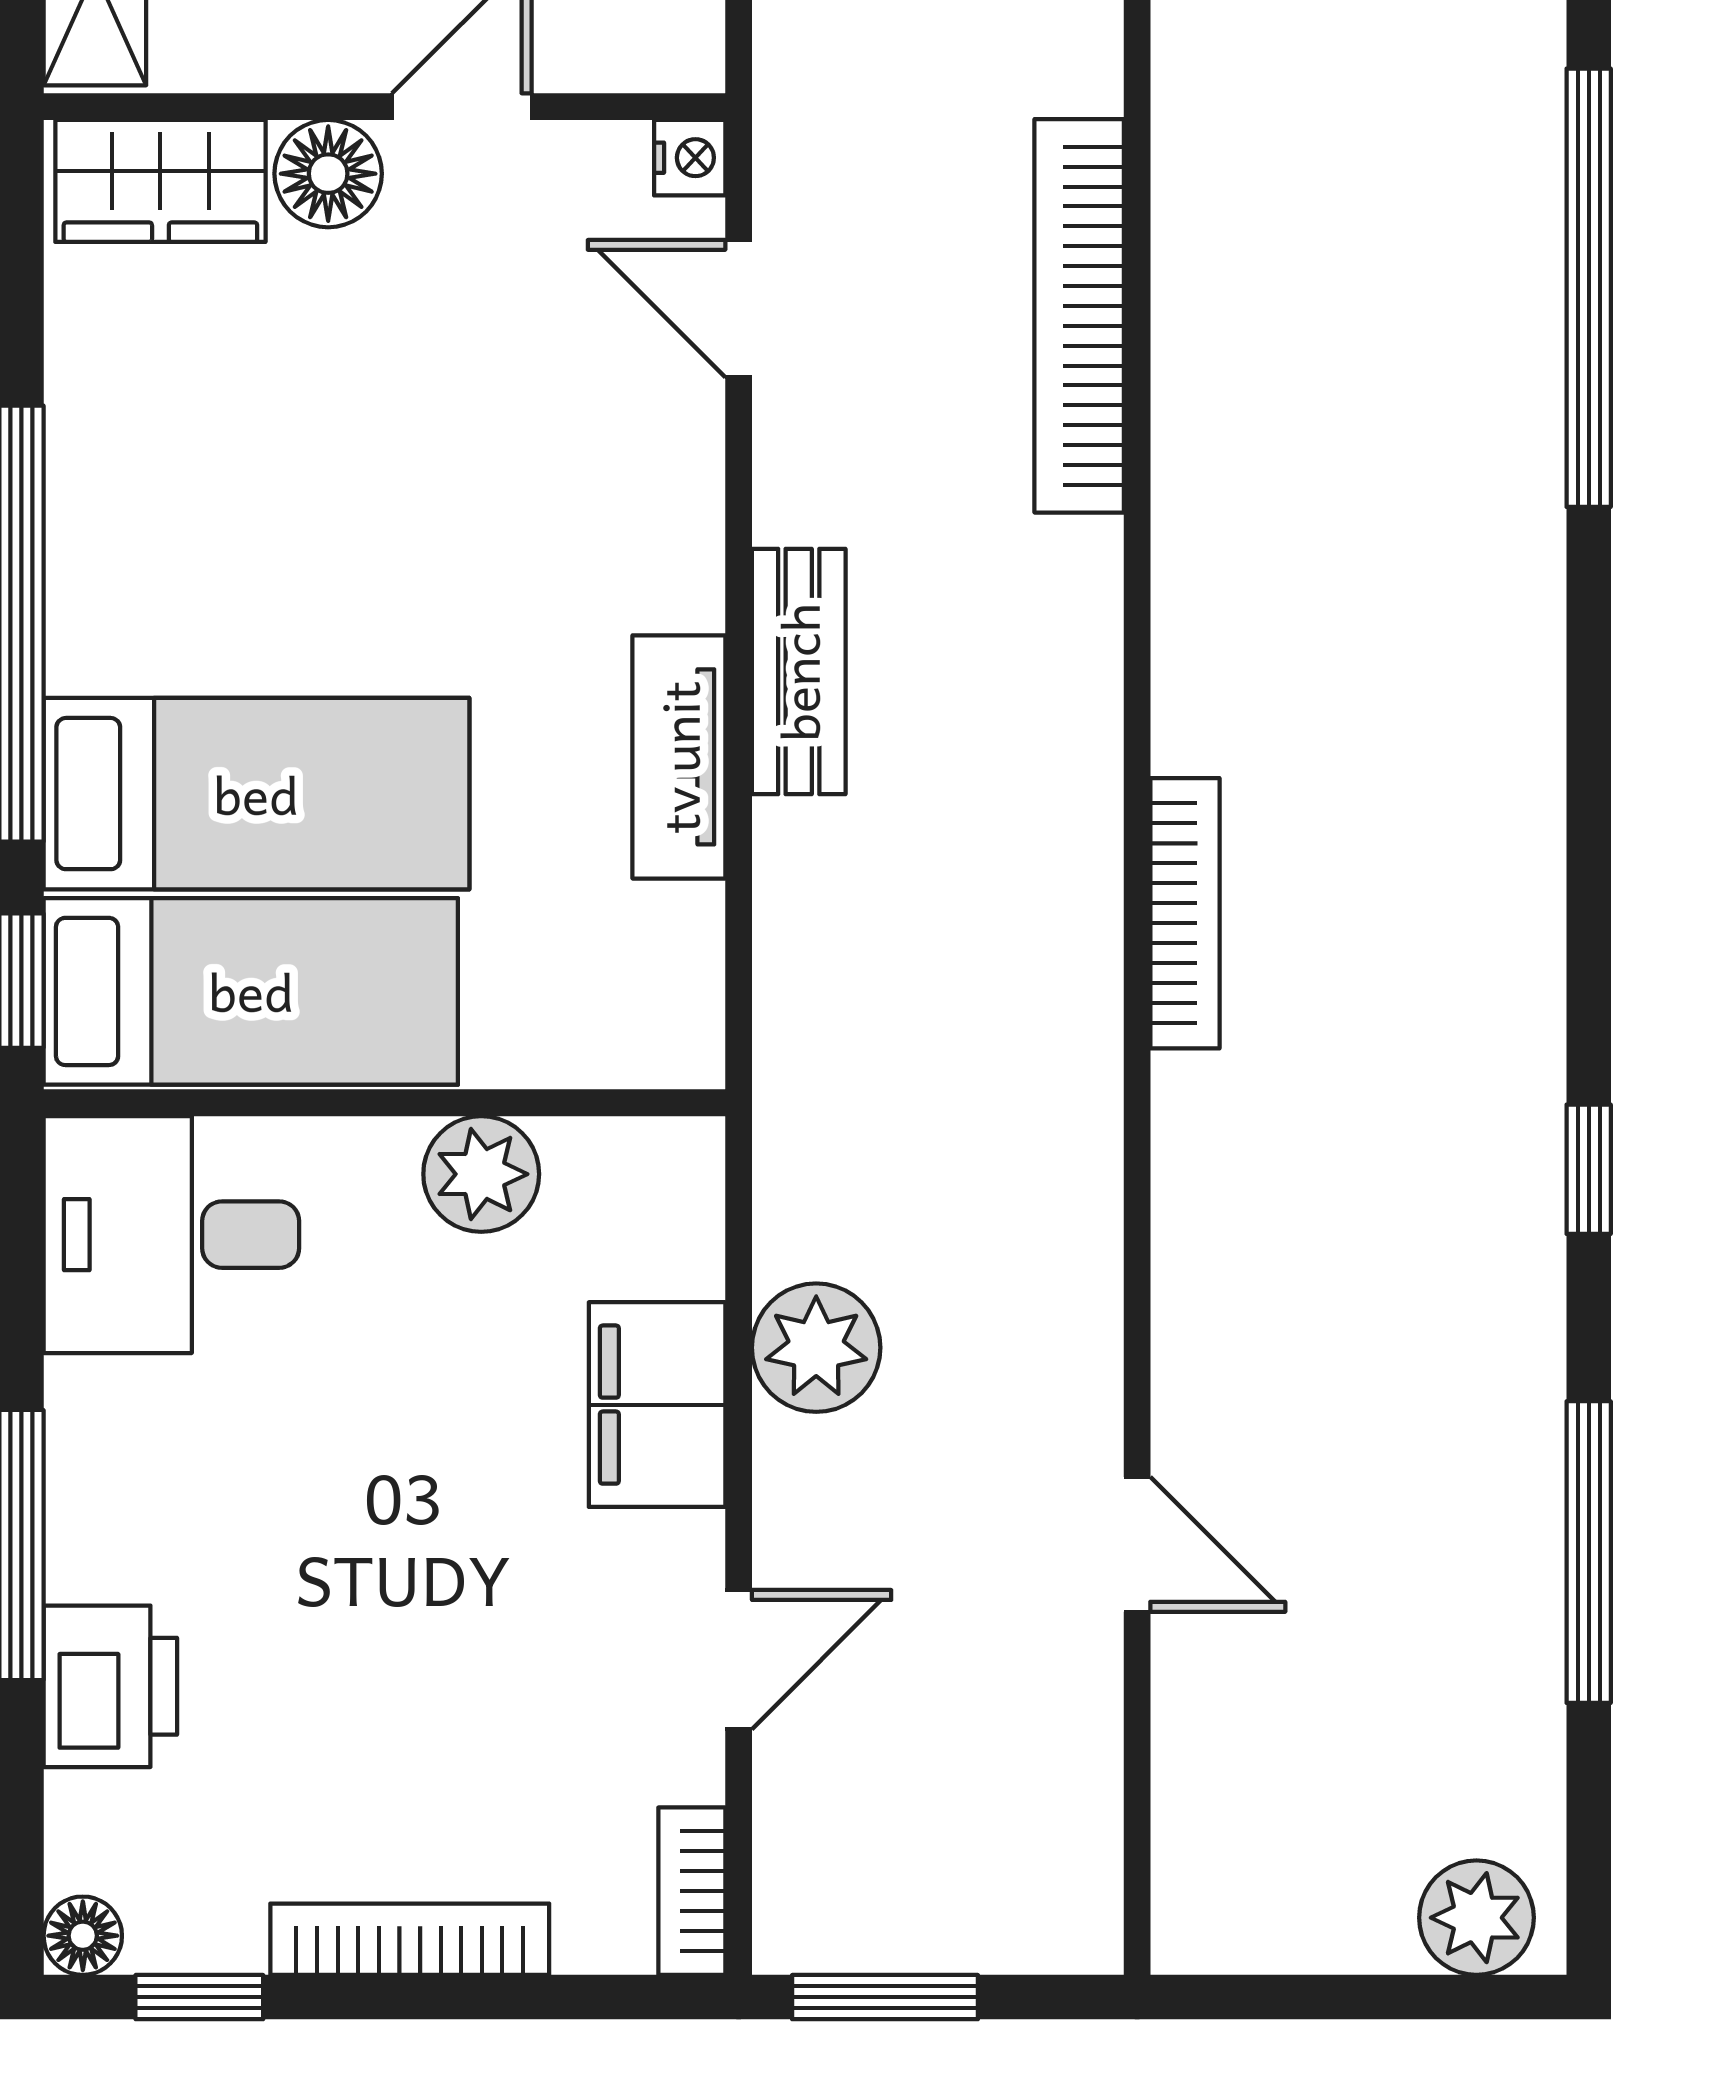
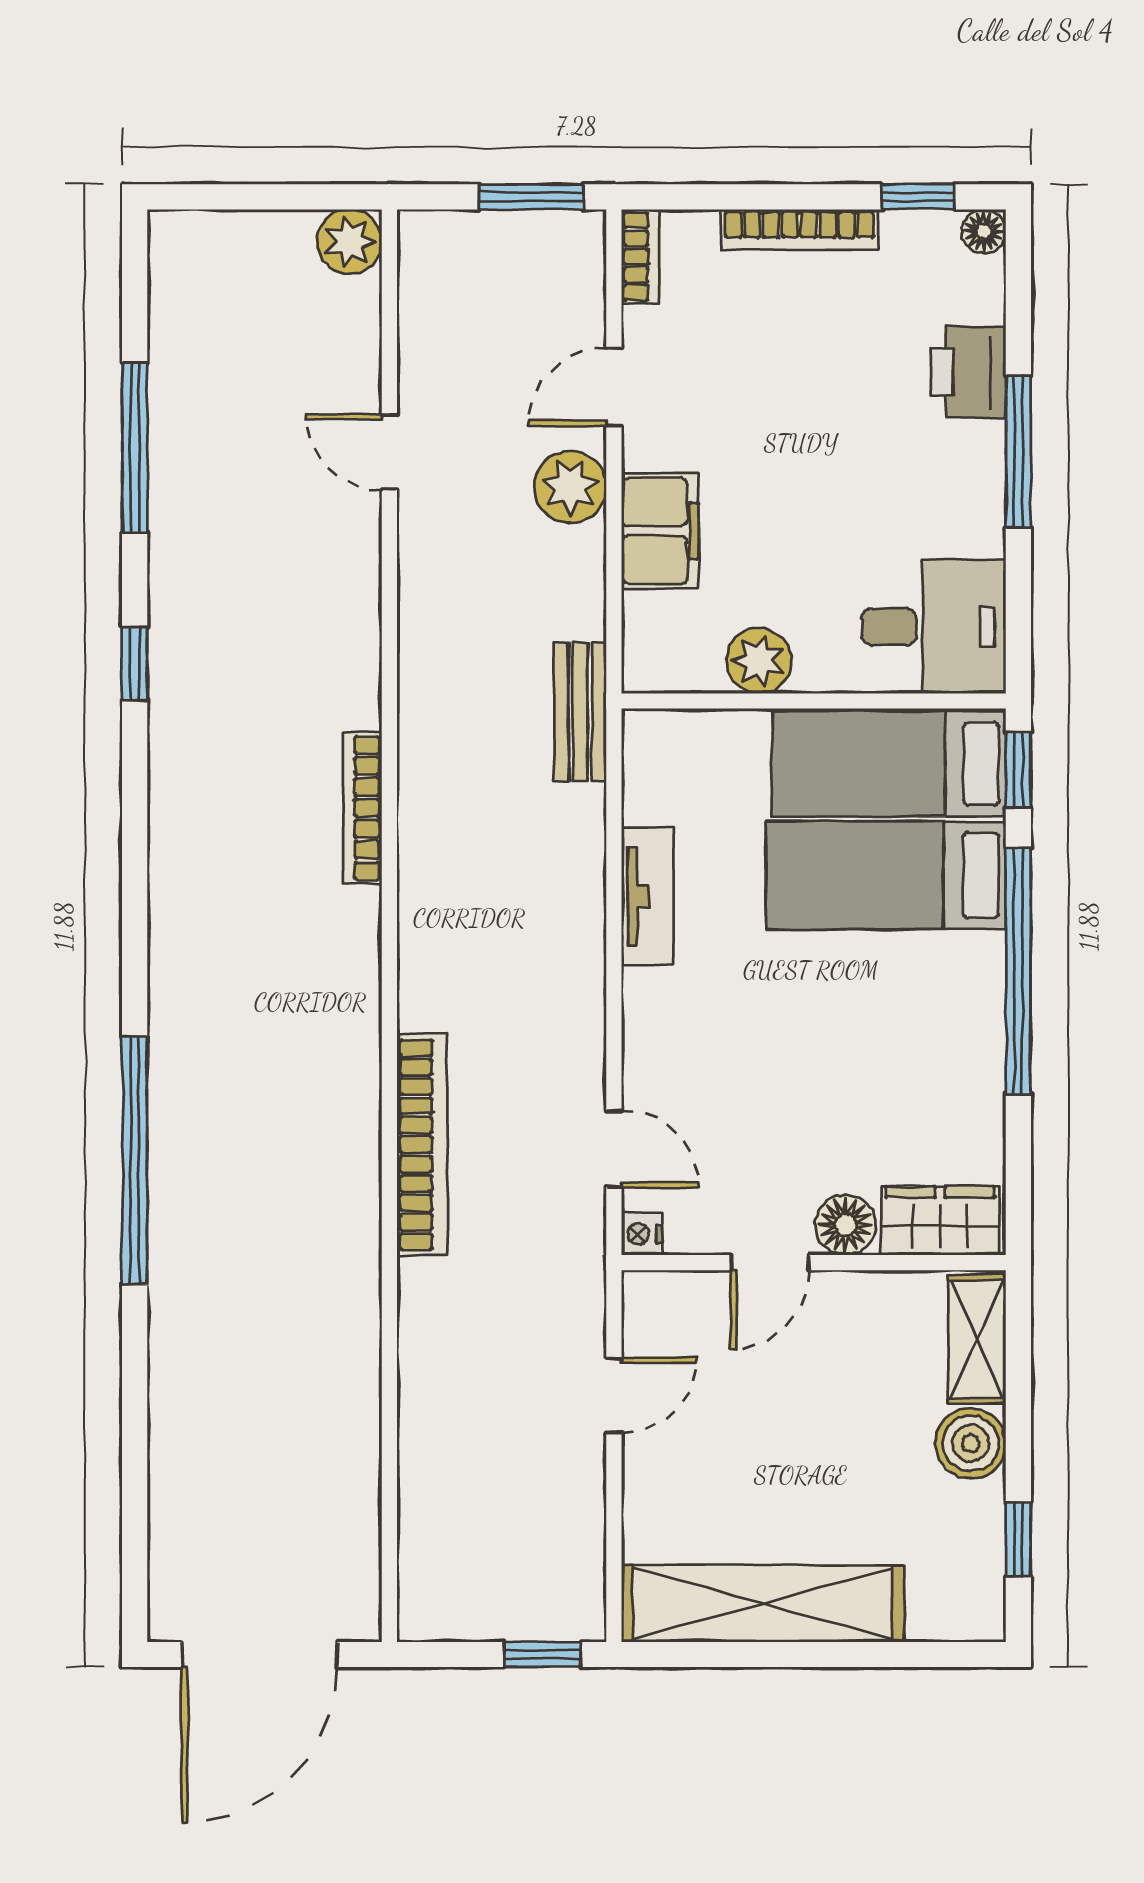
bench: (799, 672) -> (580, 712), moved
plant: (816, 1348) -> (570, 487), moved
plant: (1476, 1918) -> (350, 242), moved

